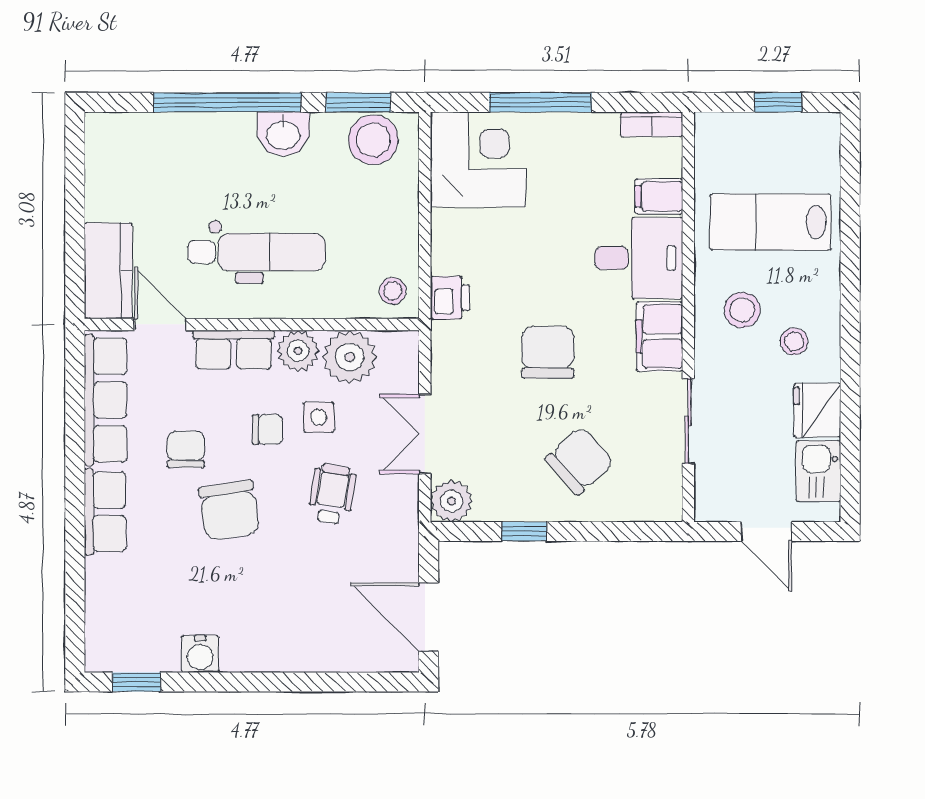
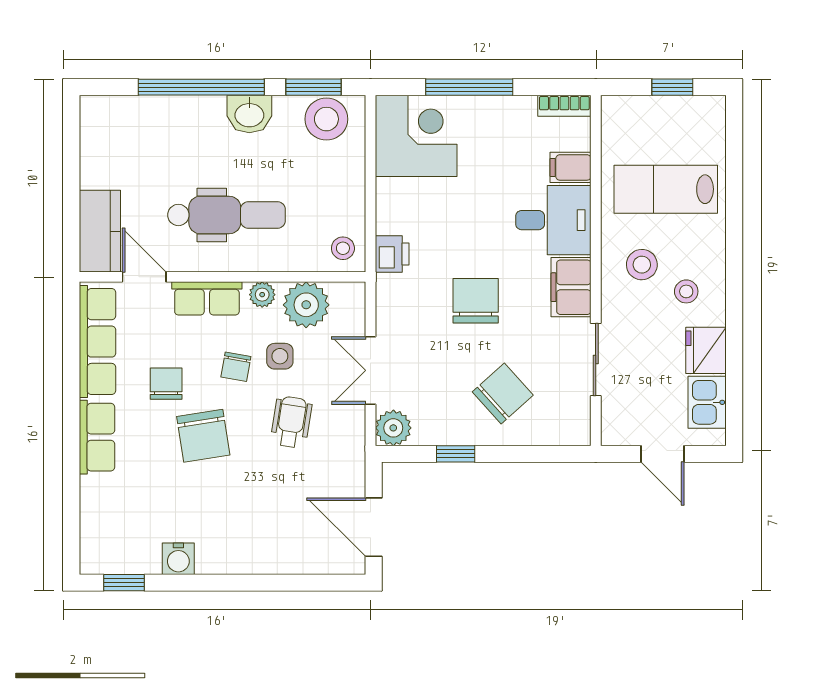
plant: (298, 351) -> (262, 295), width x0.73, depth x0.73
chair: (267, 429) -> (236, 367), turned 100

